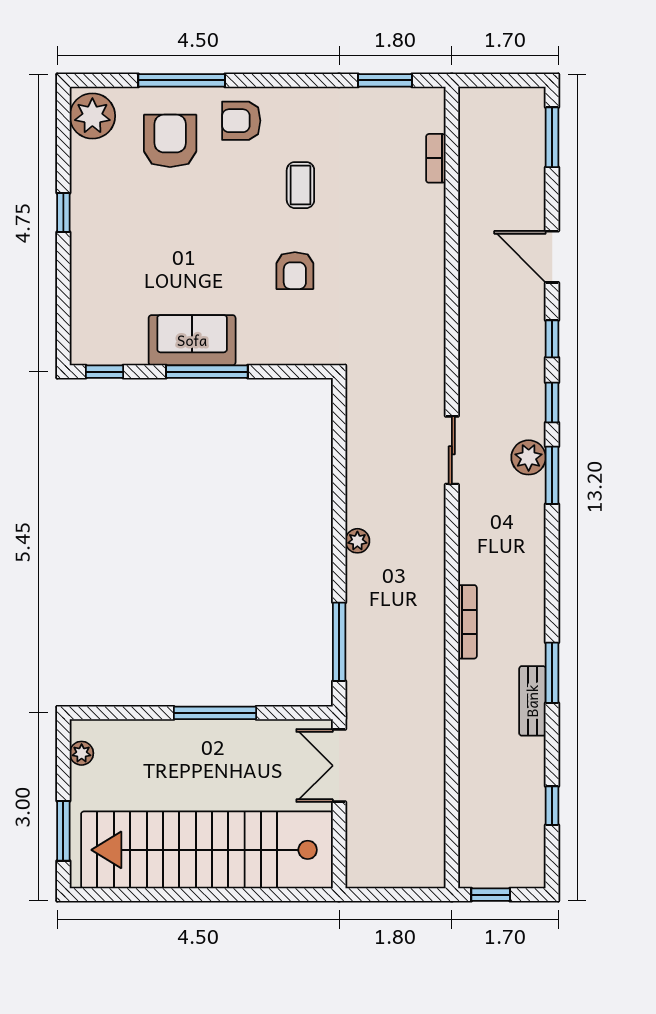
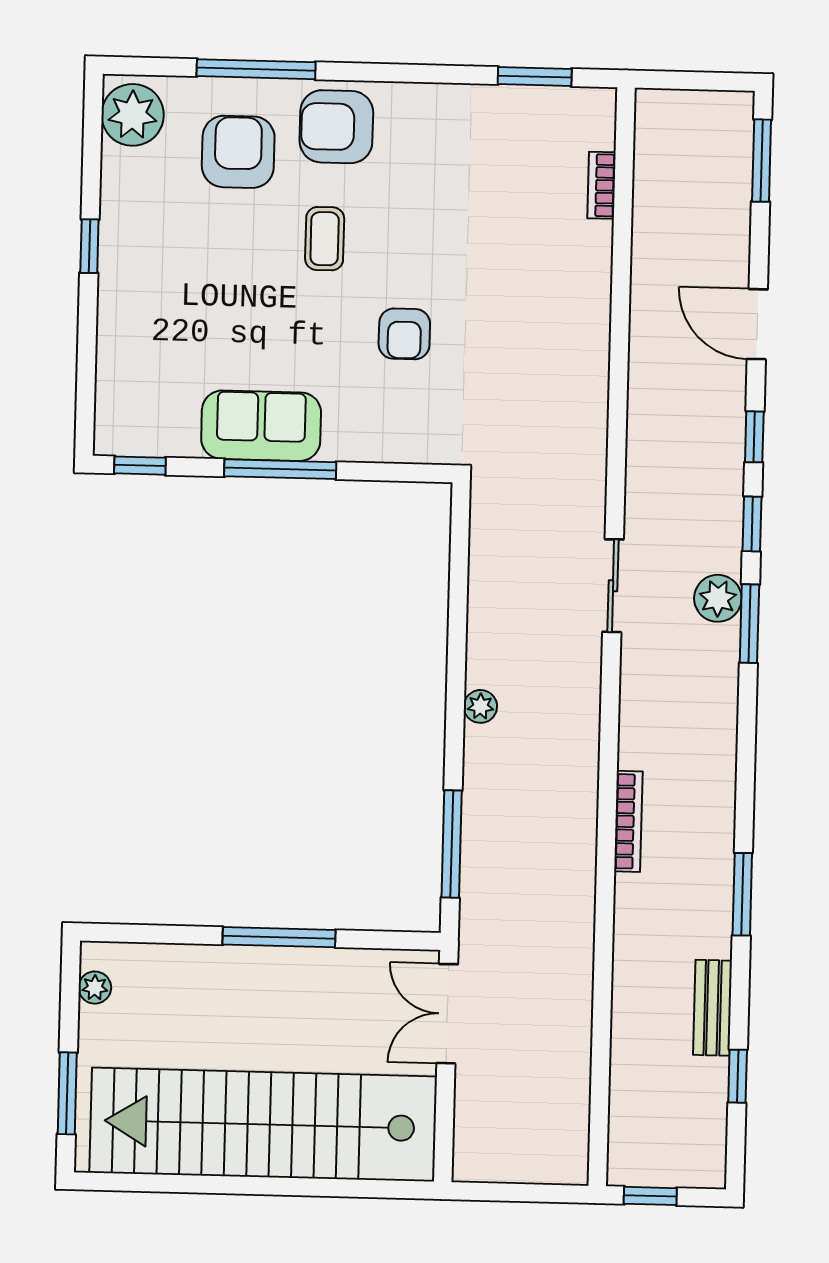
armchair: (241, 121) -> (336, 127), width x1.38, depth x1.38
coffee table: (300, 185) -> (325, 239), moved
bench: (532, 701) -> (713, 1008), moved

